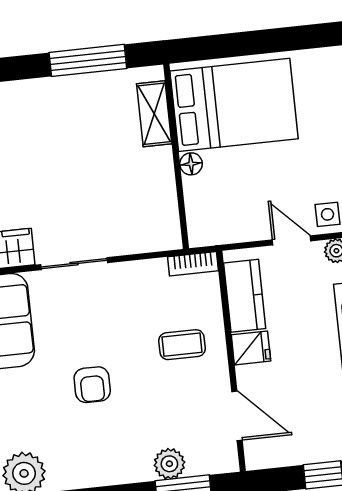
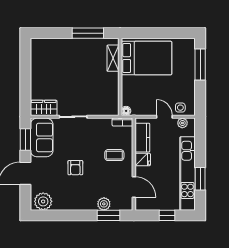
floor lamp: (191, 164) -> (126, 111), moved

